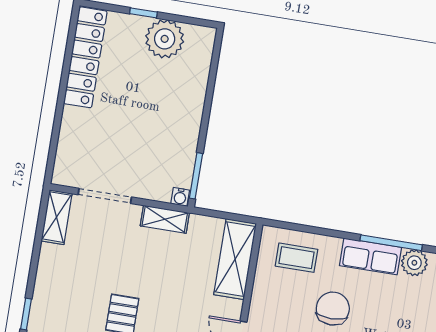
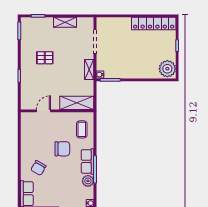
plant: (165, 39) -> (167, 69), moved
shelving: (57, 217) -> (65, 22), moved

